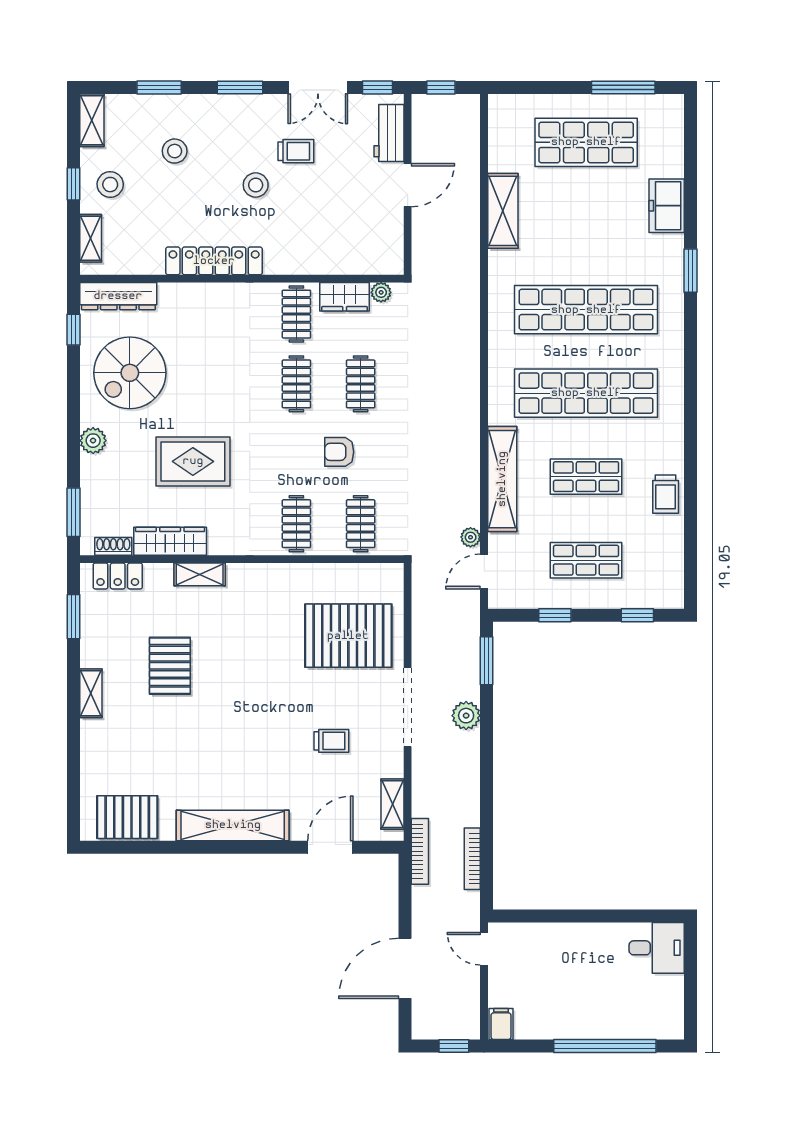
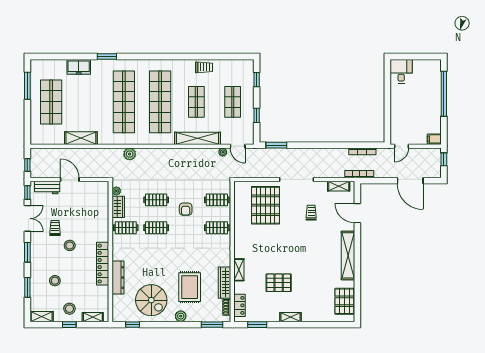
dresser: (118, 296) -> (118, 278), moved
rug: (193, 461) -> (190, 287), moved
plant: (466, 716) -> (130, 154), moved

